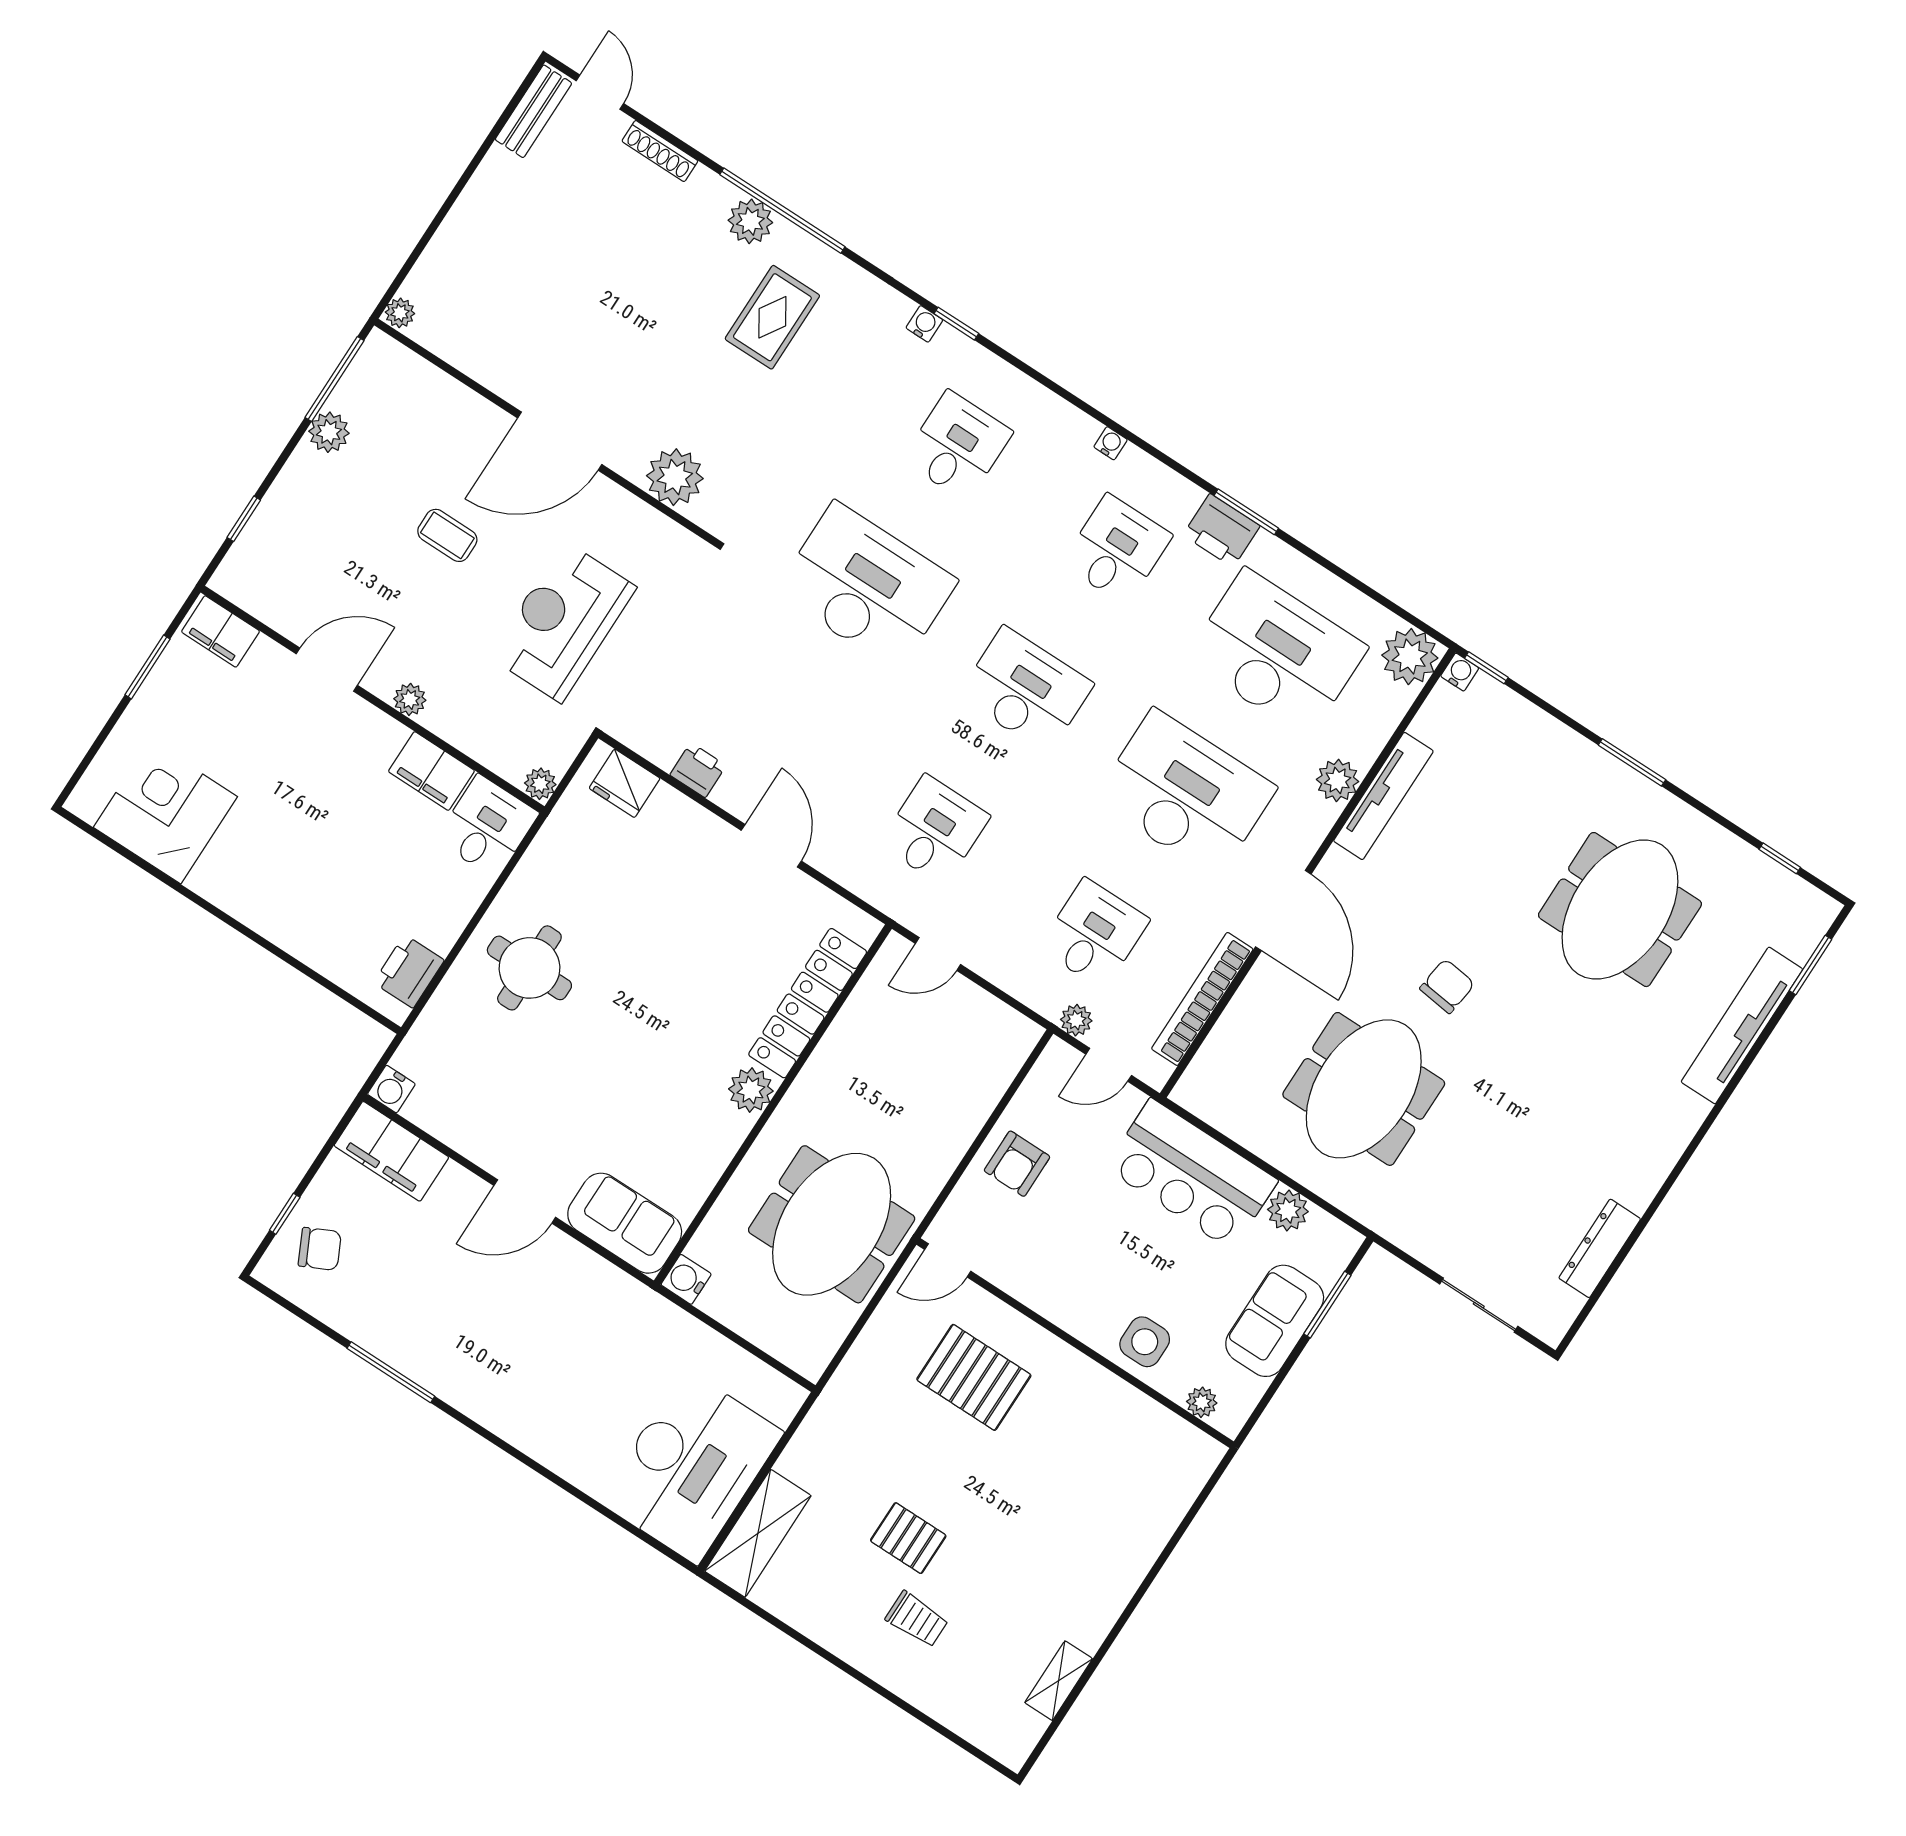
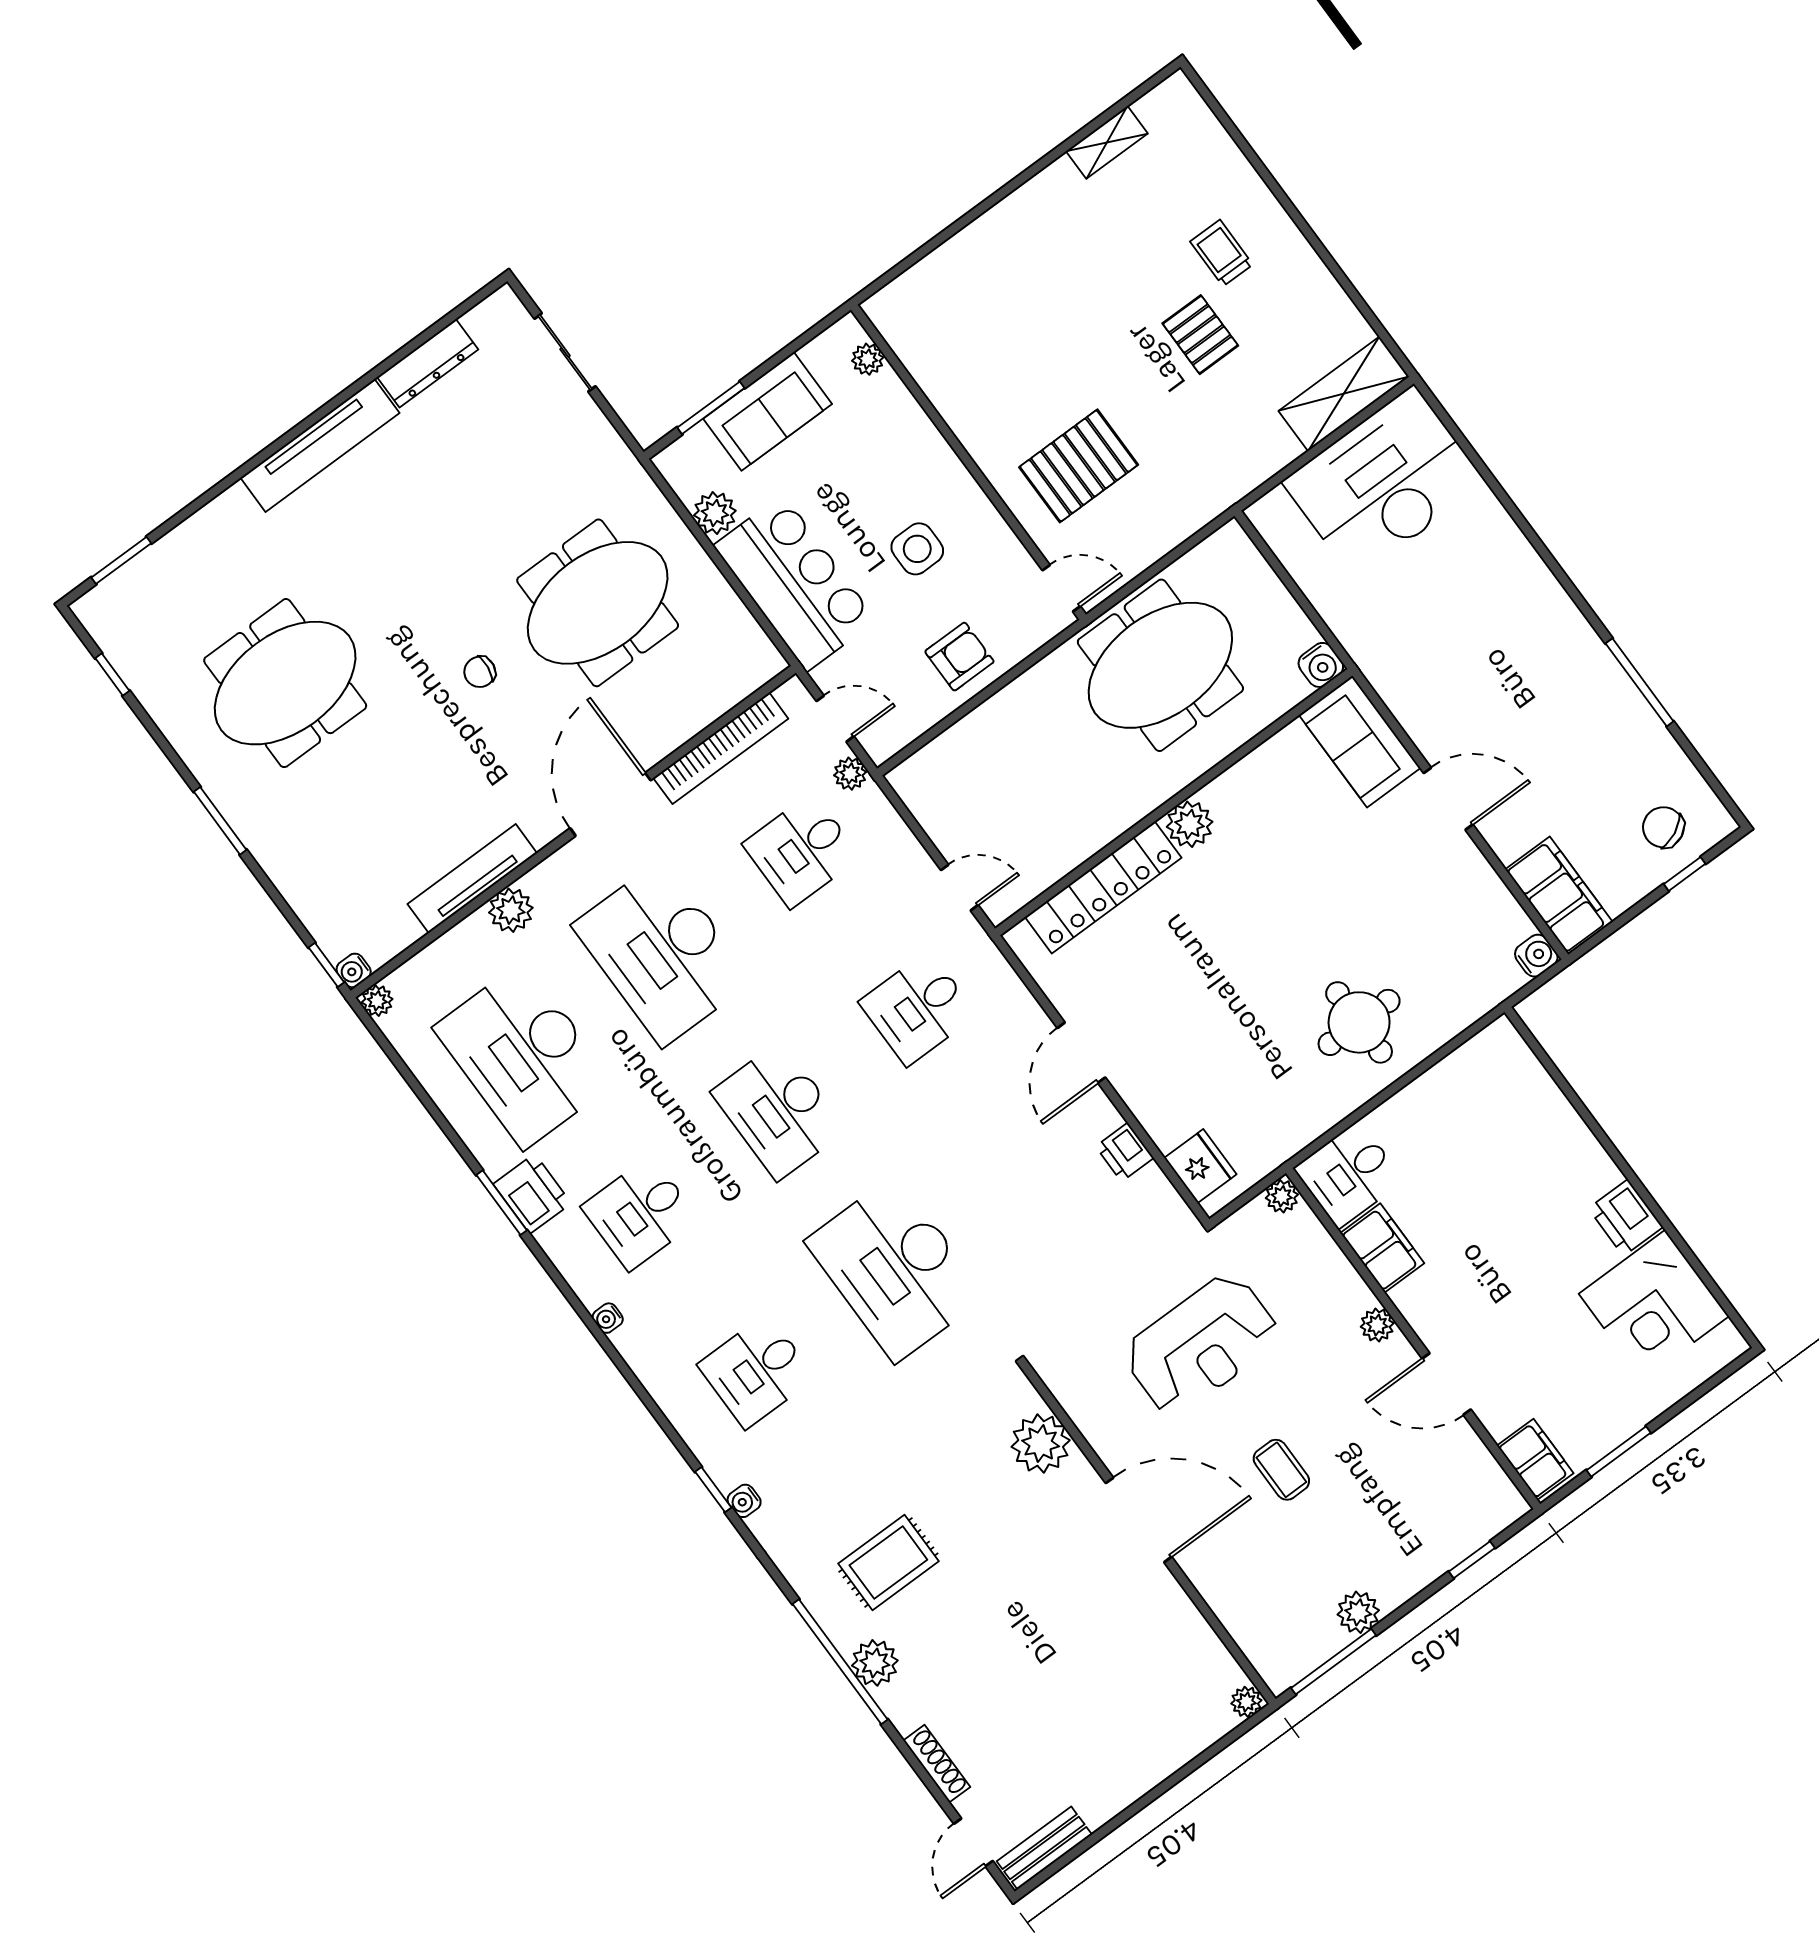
plant: (1410, 657) -> (377, 1001), width x0.53, depth x0.53
printer: (409, 971) -> (1626, 1218), moved, turned 90
chair: (1447, 986) -> (480, 672), width x0.73, depth x0.73
tv unit: (1742, 1025) -> (320, 445), moved
side table: (1145, 1342) -> (917, 549), moved
pallet: (974, 1377) -> (1079, 466), turned 90

